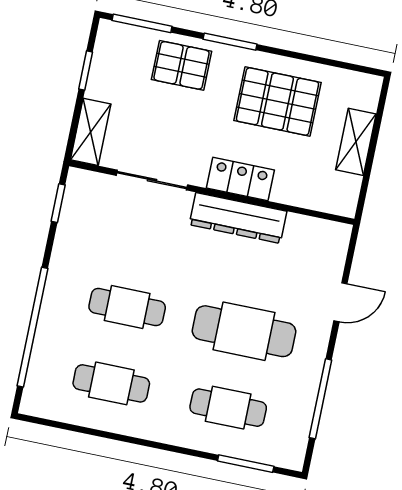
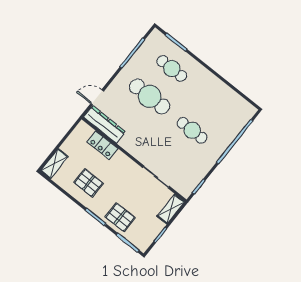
pallet: (278, 102) -> (89, 183), width x0.67, depth x0.71
shelving: (356, 142) -> (54, 164), moved
locker: (240, 179) -> (102, 145), moved
dresser: (238, 218) -> (104, 124), moved
door: (340, 302) -> (97, 97), moved
cafe table: (111, 383) -> (214, 103), removed

